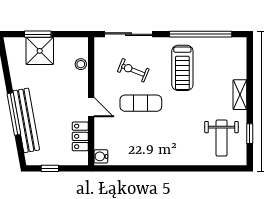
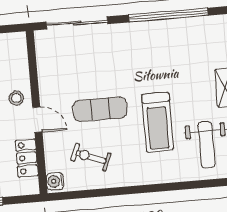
stool: (81, 64) -> (16, 98), moved
treadmill: (182, 68) -> (158, 122), moved
exercise bike: (133, 70) -> (91, 157), moved

